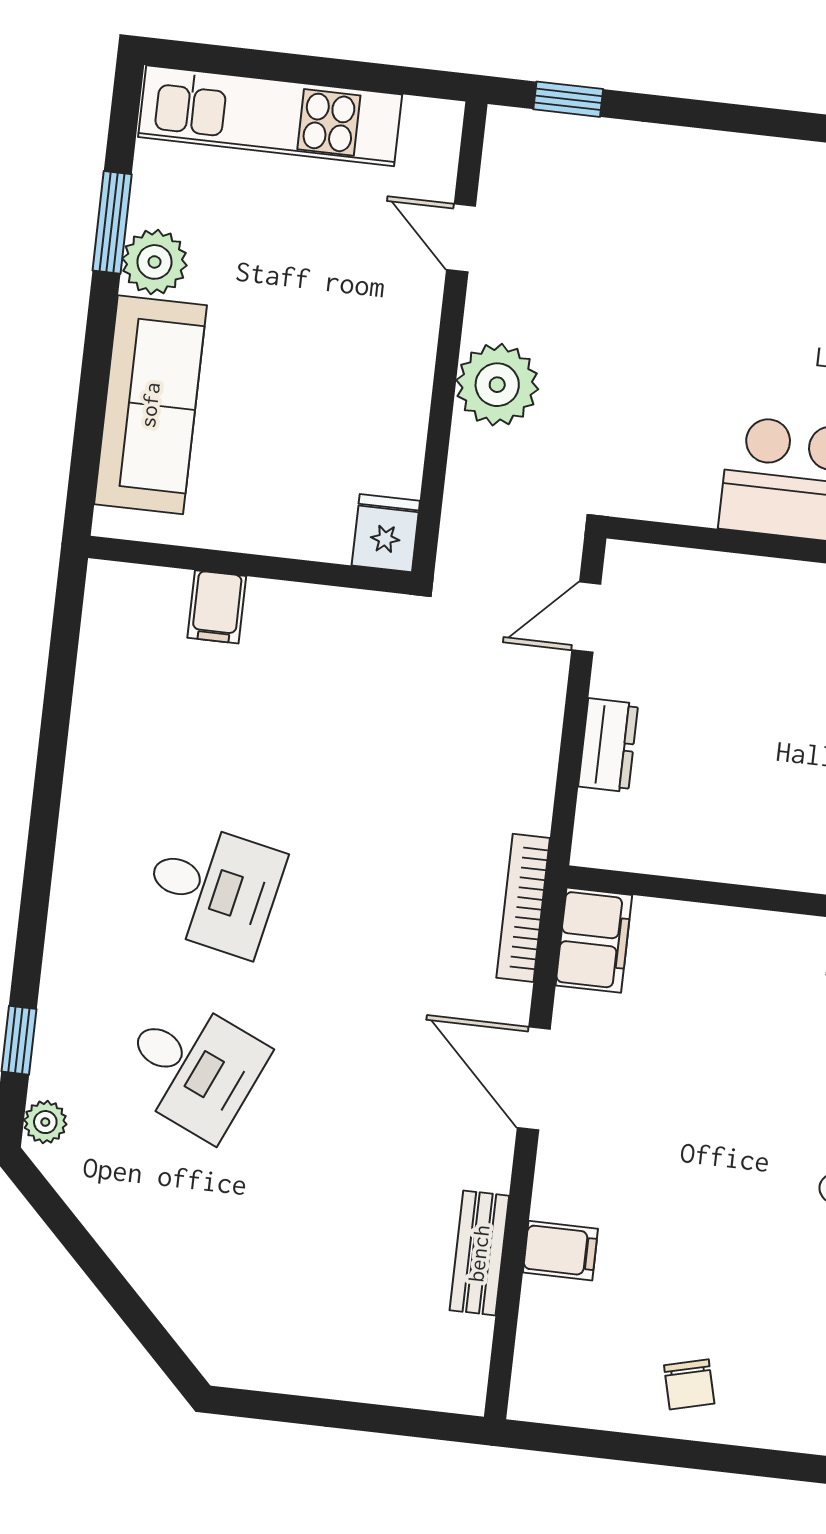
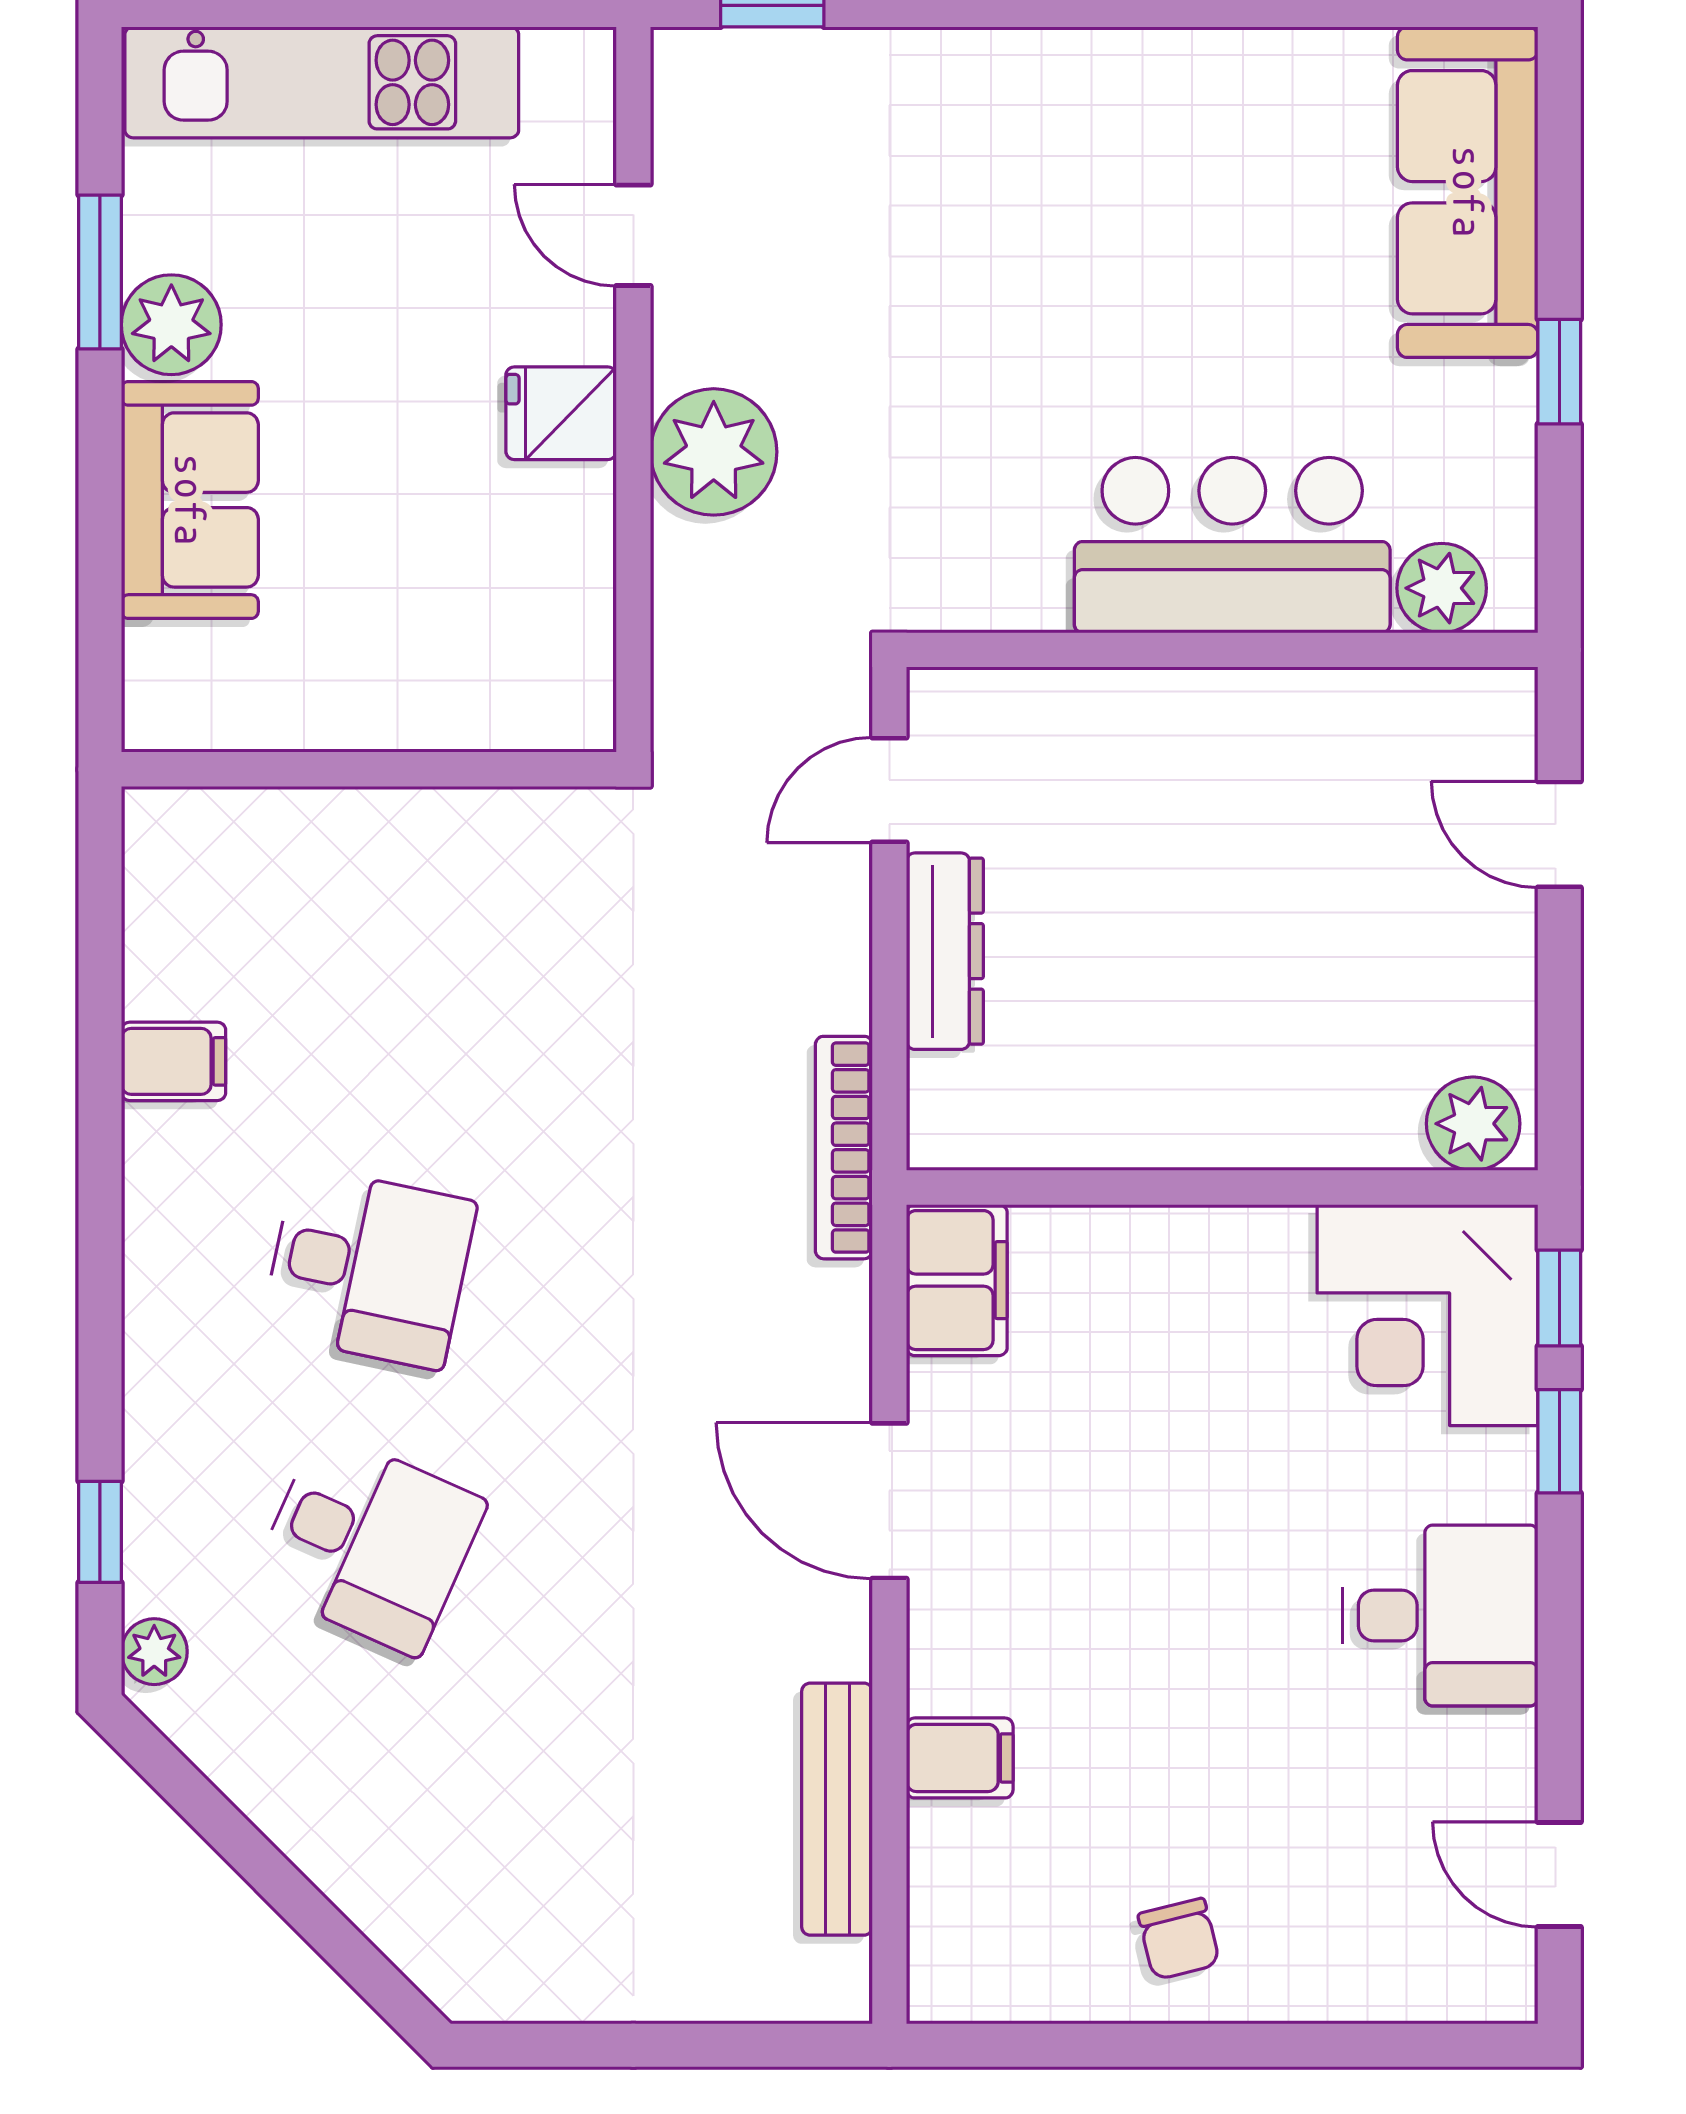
sofa: (150, 405) -> (190, 500), width x0.73
fridge: (386, 533) -> (561, 413), moved, turned -90
filing cabinet: (217, 607) -> (174, 1061), moved, turned -90
dresser: (608, 745) -> (945, 951), width x1.44
bookcase: (523, 908) -> (844, 1148), moved
bench: (479, 1253) -> (837, 1809), width x1.36

